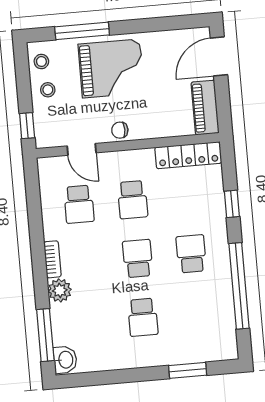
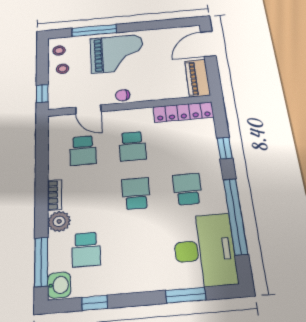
school desk: (143, 317) -> (86, 249), moved
desk: (207, 324) -> (205, 250), added
window: (101, 378) -> (95, 303), added

